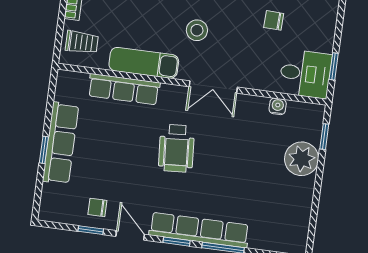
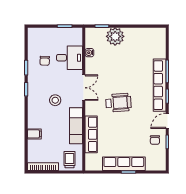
desk: (305, 74) -> (69, 58), moved, turned 90

